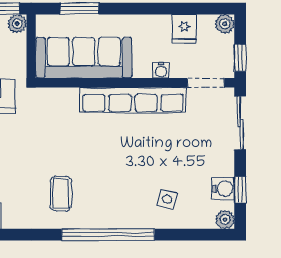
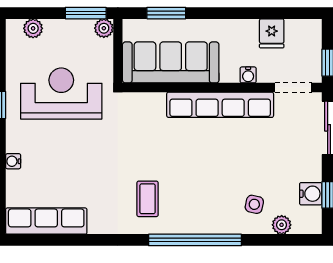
plant: (225, 24) -> (312, 28), removed
plant: (225, 220) -> (282, 225), moved

